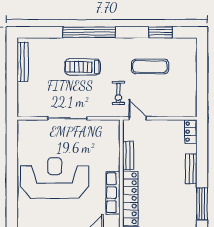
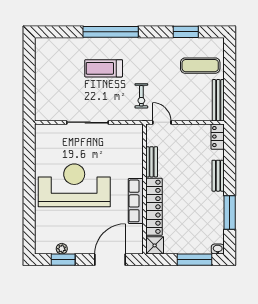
bench: (23, 62) -> (218, 100), moved
exercise mat: (150, 67) -> (200, 66), moved

